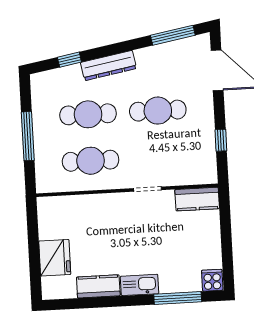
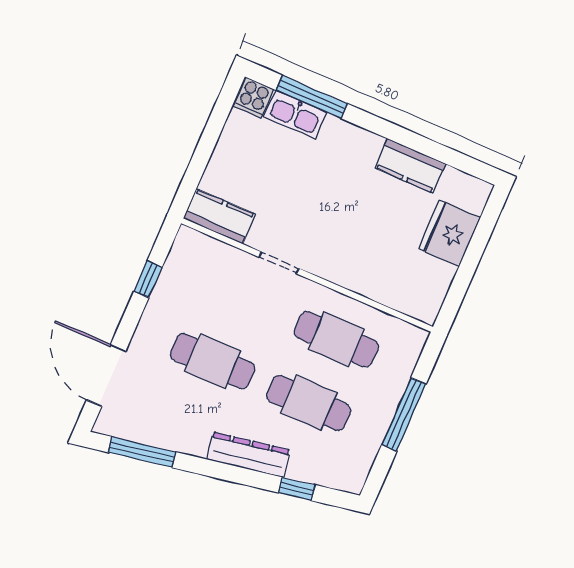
kitchen sink: (140, 285) -> (295, 114), moved

